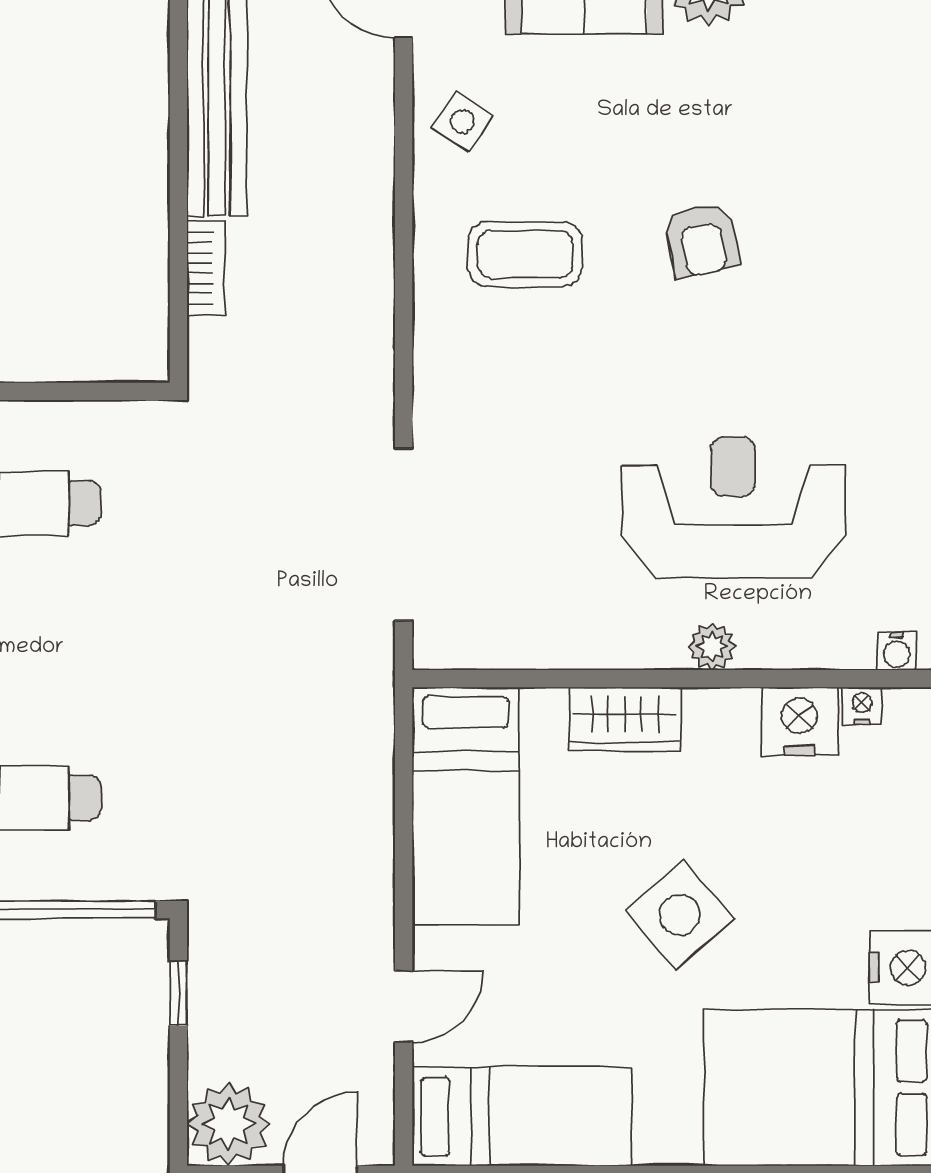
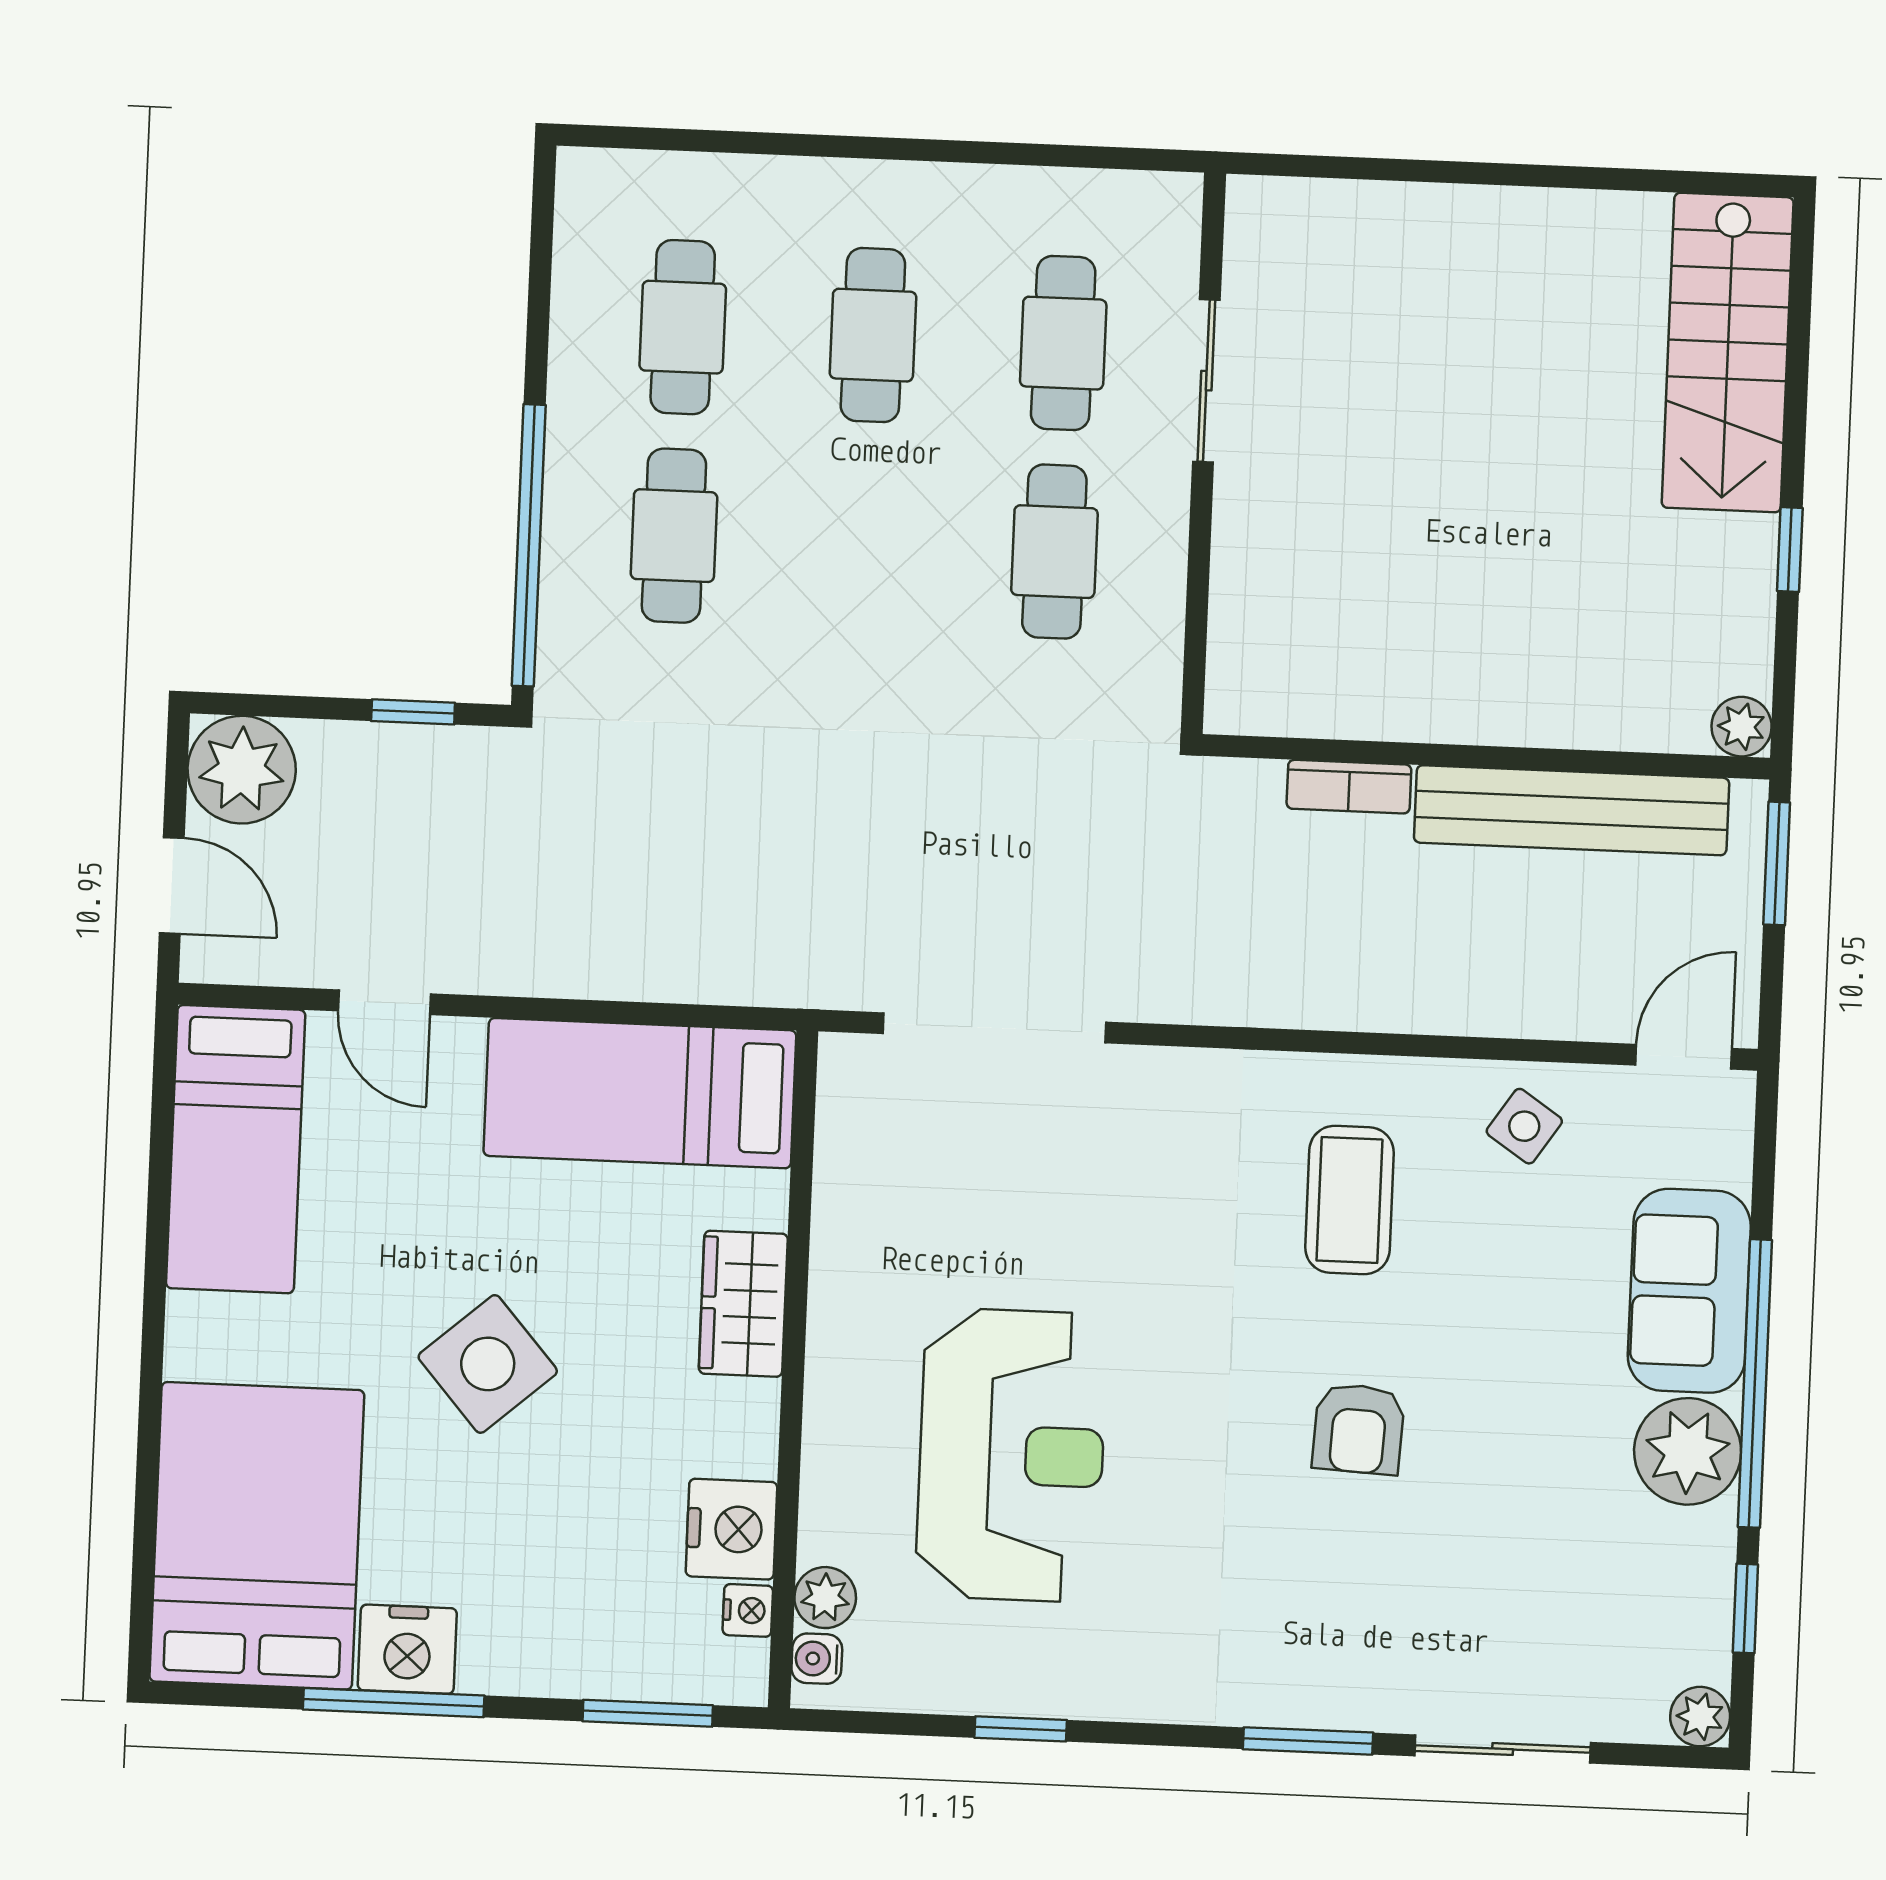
armchair: (702, 240) -> (1358, 1429), turned -75
plant: (712, 646) -> (825, 1598), moved

